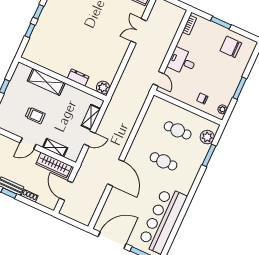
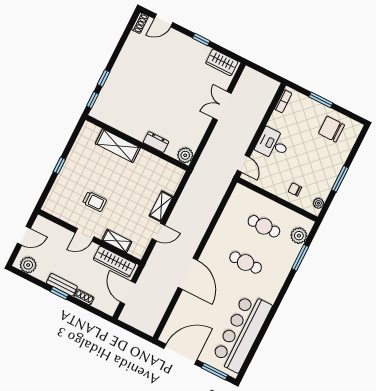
dresser: (78, 78) -> (156, 142), moved
wall: (62, 79) -> (137, 143), moved
shelving: (46, 82) -> (118, 146), moved
plant: (103, 88) -> (185, 155), moved

